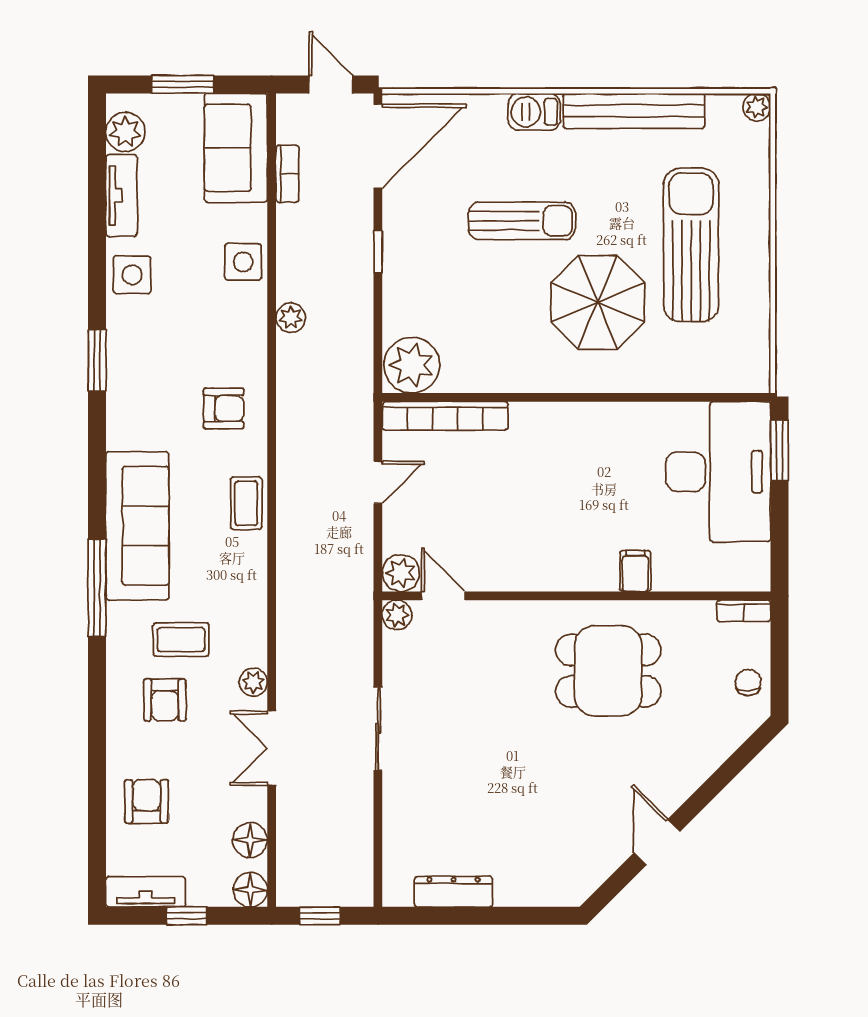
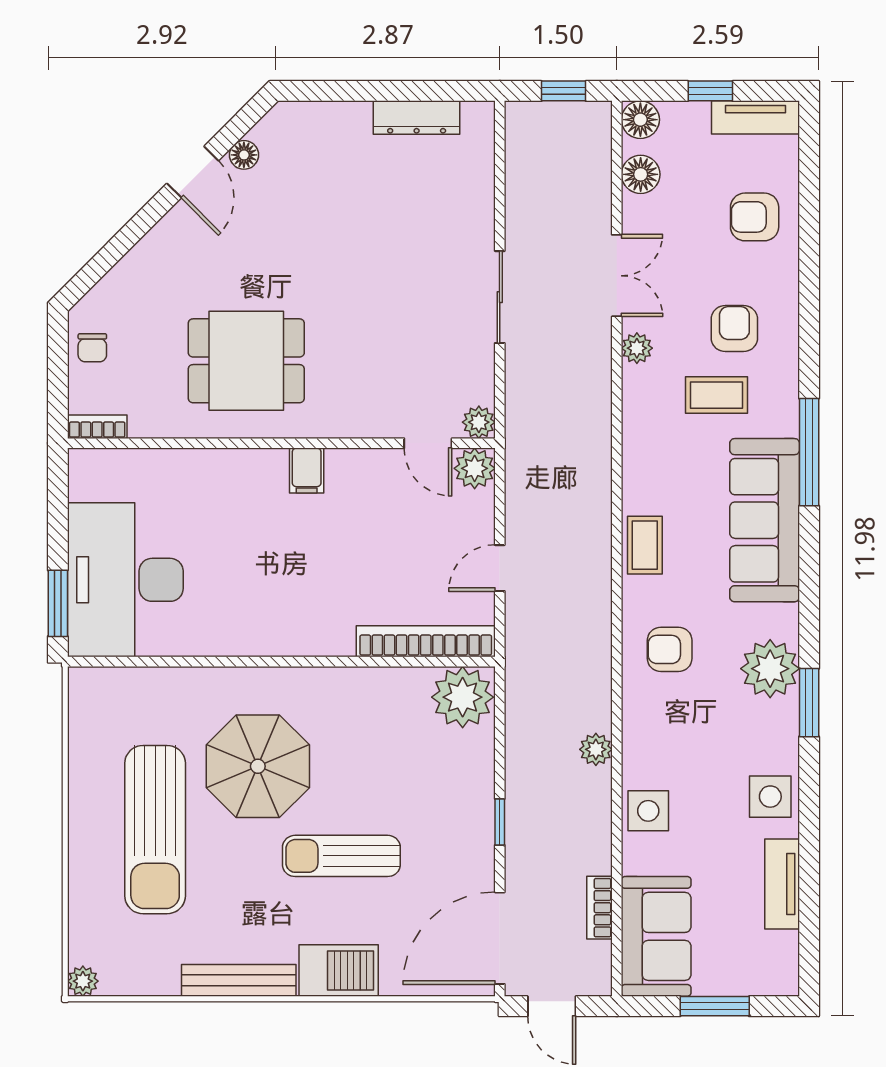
bench: (634, 111) -> (239, 980), width x0.73, depth x0.82
barbecue: (534, 112) -> (339, 971), width x1.38, depth x1.27
plant: (125, 132) -> (770, 669), moved, width x1.36, depth x1.36
filing cabinet: (635, 571) -> (307, 471), moved
armchair: (147, 801) -> (755, 217), turned 90
floor lamp: (610, 858) -> (244, 155), added

